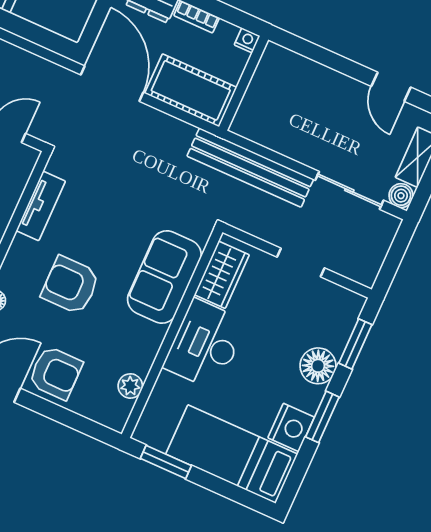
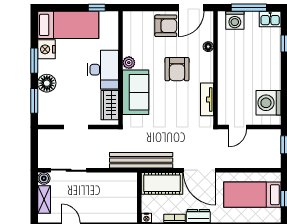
bench: (250, 168) -> (141, 160), moved
armchair: (70, 285) -> (177, 69), turned 90
armchair: (55, 373) -> (166, 26), turned 180
plant: (130, 386) -> (129, 63), moved
window: (166, 462) -> (97, 8), width x0.67

